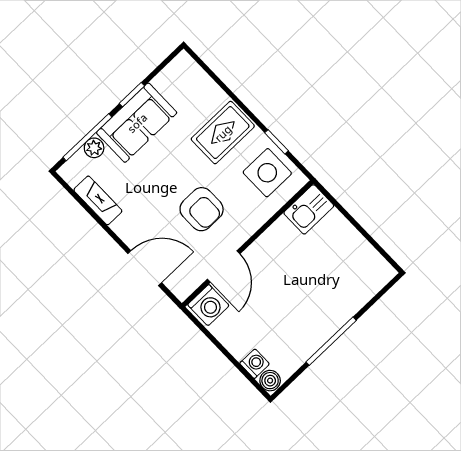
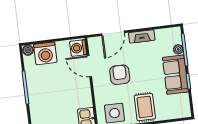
fireplace: (98, 200) -> (142, 36), moved
armchair: (202, 209) -> (120, 75), turned 90
washing machine: (255, 364) -> (45, 53), width x1.89, depth x1.89

